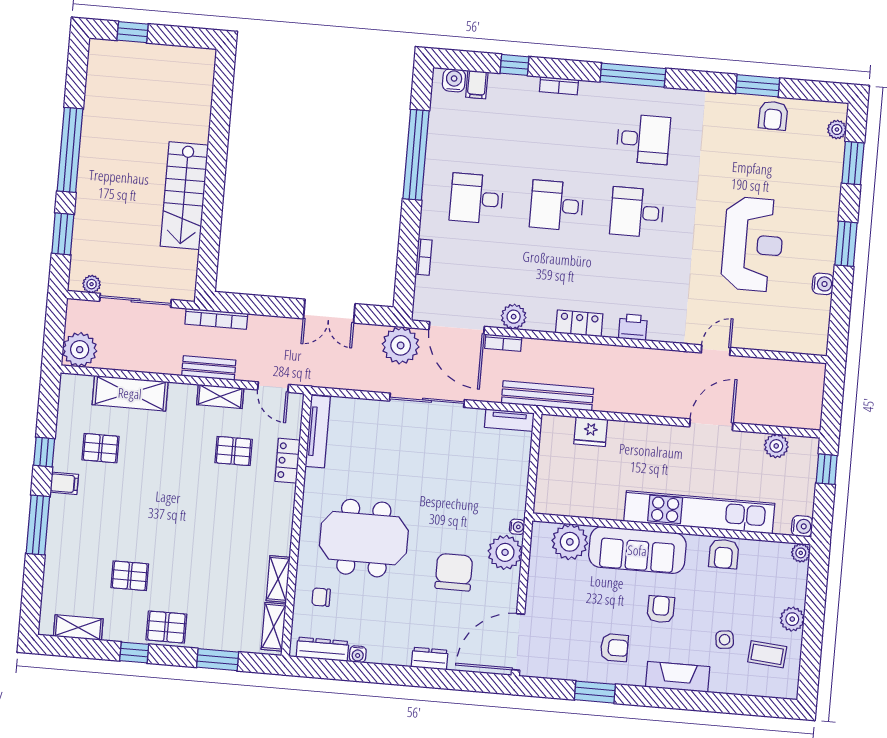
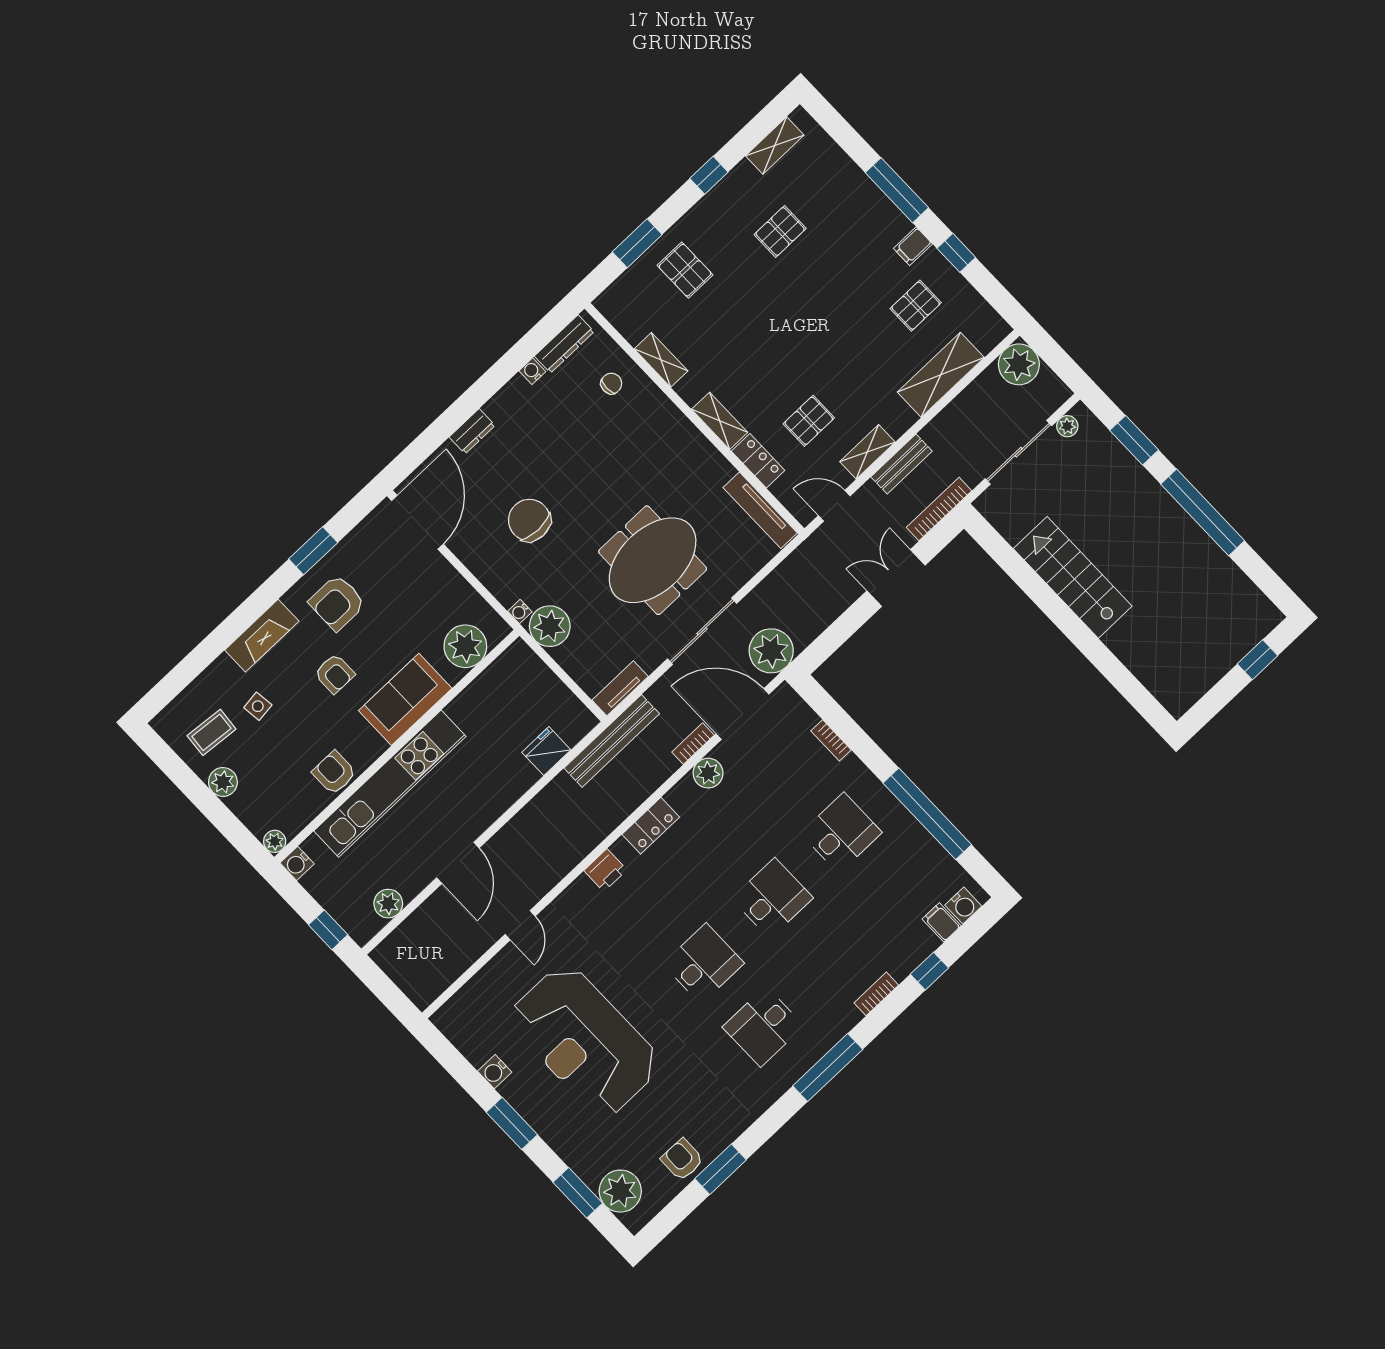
plant: (837, 129) -> (620, 1191), width x1.87, depth x1.87
reception desk: (753, 244) -> (585, 1041), width x1.36, depth x1.30
double door: (329, 311) -> (896, 578), moved
meeting table: (364, 538) -> (653, 560), moved
sofa: (637, 550) -> (405, 699), width x0.73
plant: (505, 552) -> (550, 626), moved
chair: (454, 572) -> (529, 520), turned 180
pallet: (166, 627) -> (685, 270), moved, turned 90
shelving: (274, 627) -> (720, 421), moved
armchair: (614, 648) -> (337, 603), width x1.38, depth x1.38

